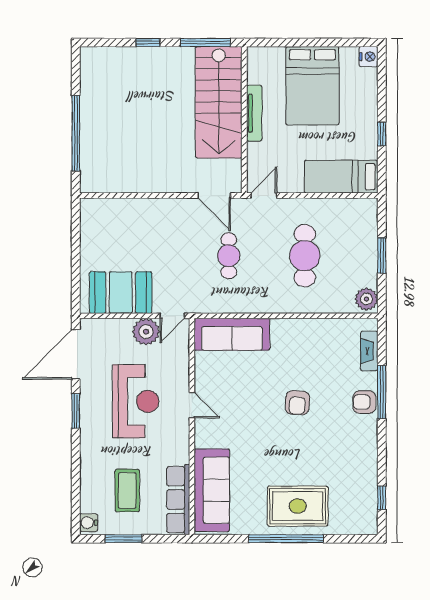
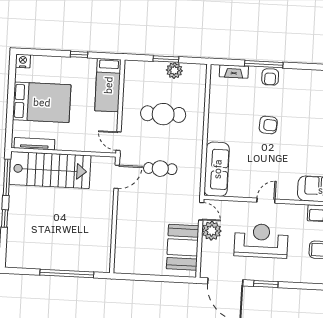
tv unit: (254, 113) -> (34, 144), moved
plant: (366, 299) -> (174, 70), moved

